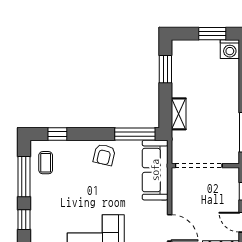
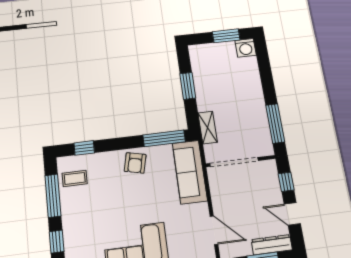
window: (165, 69) -> (188, 86), moved
shelving: (179, 114) -> (208, 127), moved
coffee table: (46, 163) -> (75, 178), turned 90

